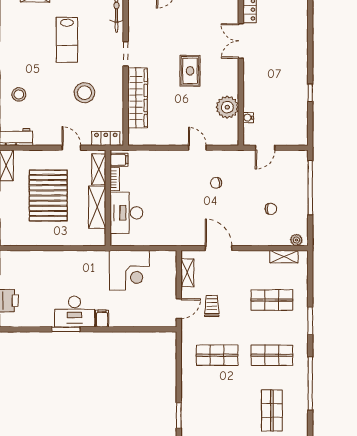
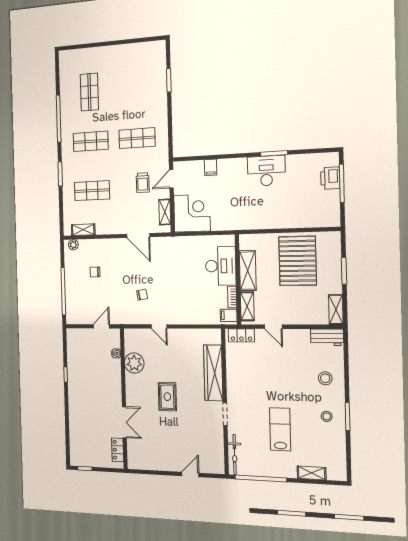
stool: (84, 93) -> (327, 416), moved, width x0.53, depth x0.53
pallet: (48, 196) -> (298, 261), moved
corner desk: (129, 270) -> (192, 213), moved, turned 90
filing cabinet: (102, 319) -> (211, 167), moved

